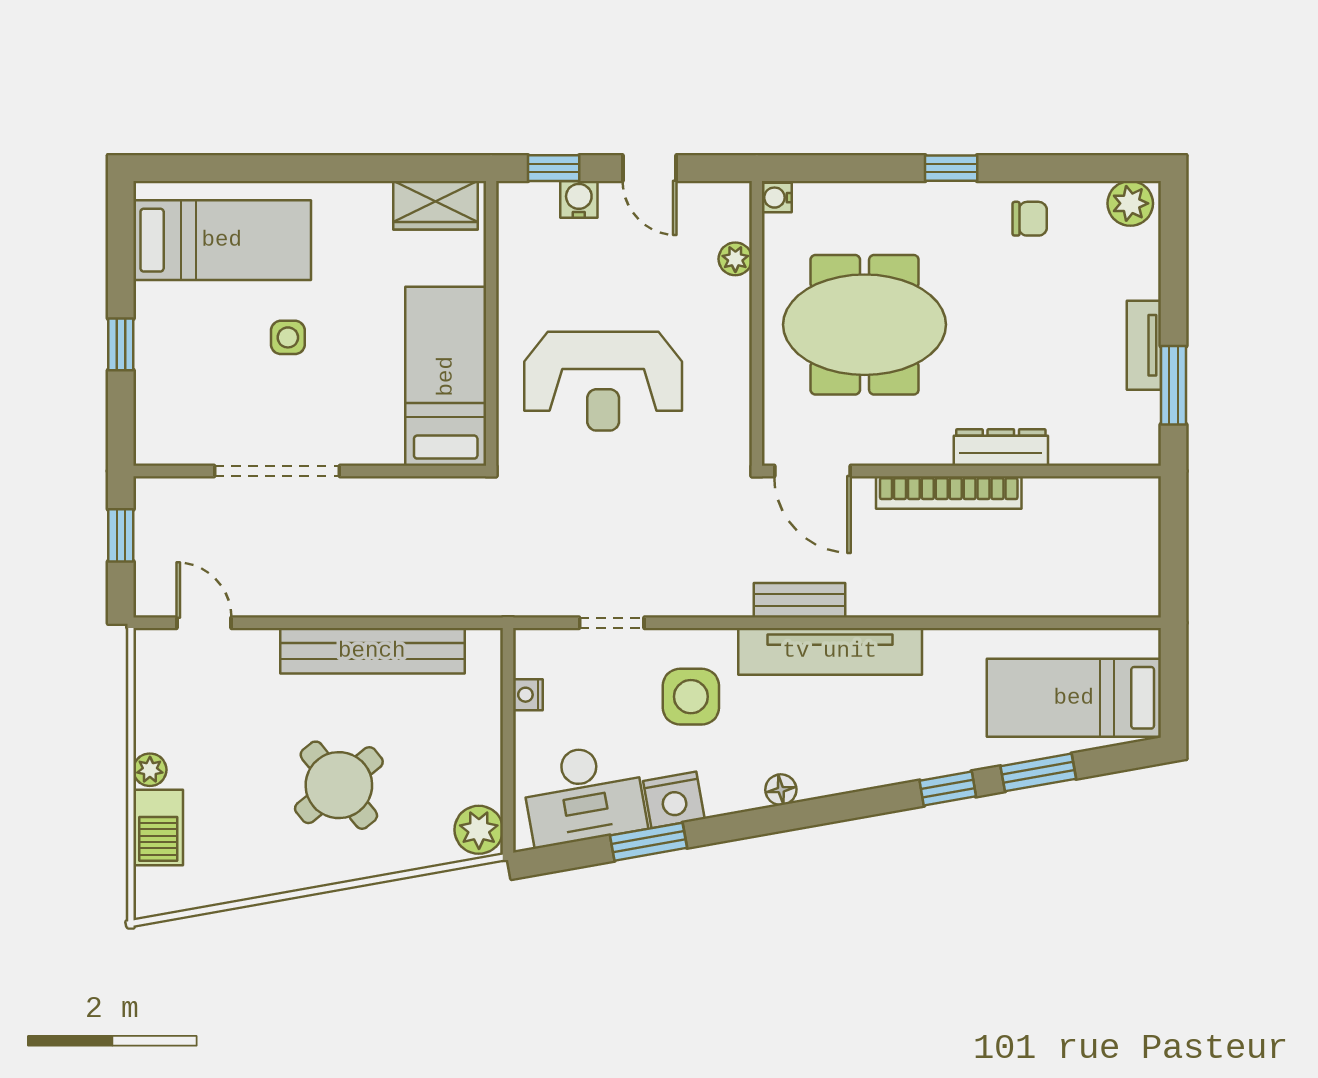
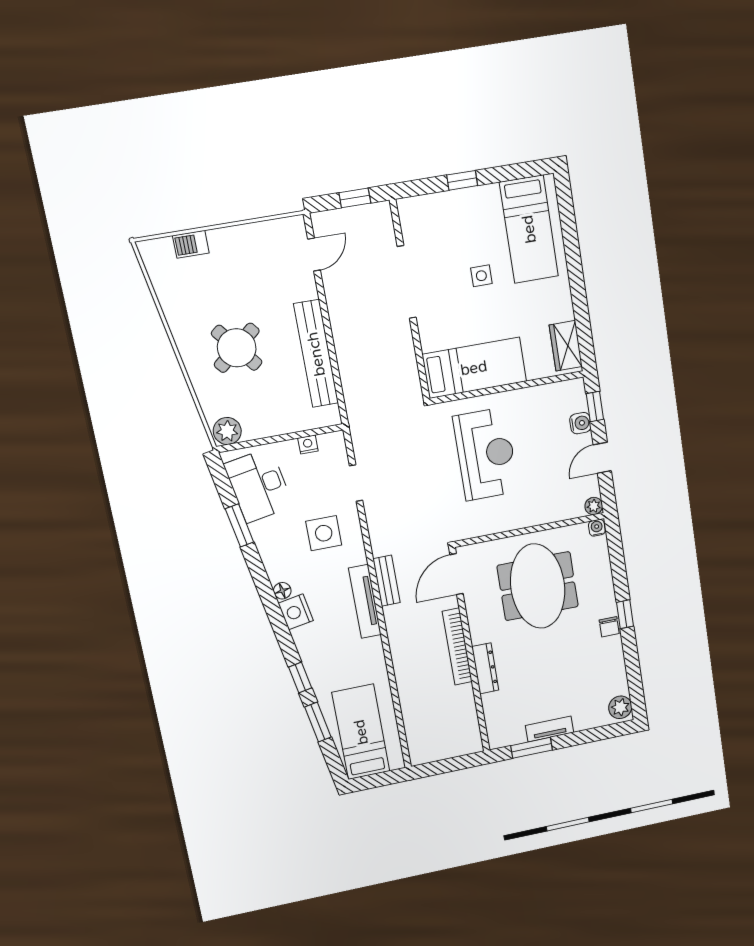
chair: (1030, 219) -> (609, 627), moved
plant: (735, 259) -> (594, 506), moved
reception desk: (603, 381) -> (486, 454), turned 180
tv unit: (830, 651) -> (365, 602), width x0.73, depth x0.78
plant: (150, 770) -> (224, 237), removed
nightstand: (674, 800) -> (296, 612), moved
barbecue: (158, 827) -> (191, 244), width x0.73, depth x0.79

